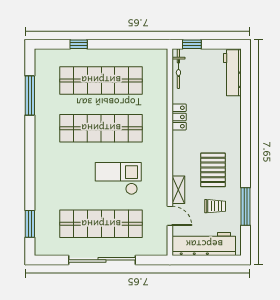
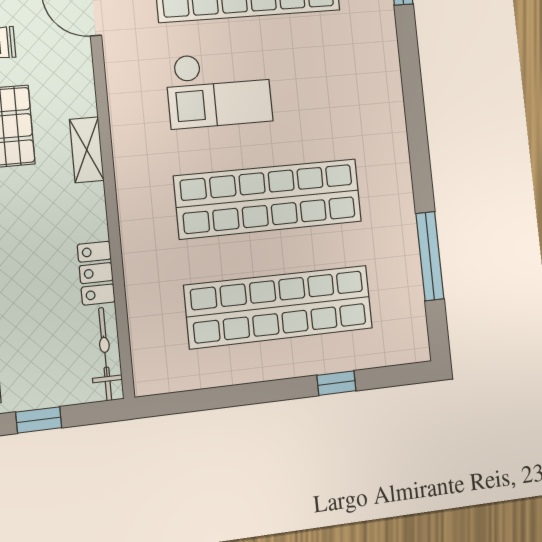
window: (192, 44) -> (39, 420), moved
locker: (179, 117) -> (96, 273), moved
shelving: (178, 190) -> (87, 150), moved

